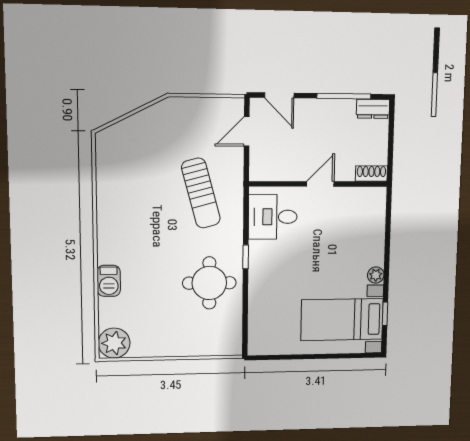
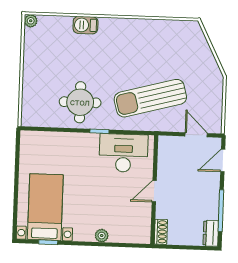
door: (320, 184) -> (154, 191), swing flipped
sun lounger: (201, 193) -> (150, 98), width x1.36, depth x1.34
desk: (273, 217) -> (123, 153), width x1.37
plant: (376, 275) -> (102, 236), moved
plant: (114, 343) -> (31, 21), width x0.53, depth x0.53

